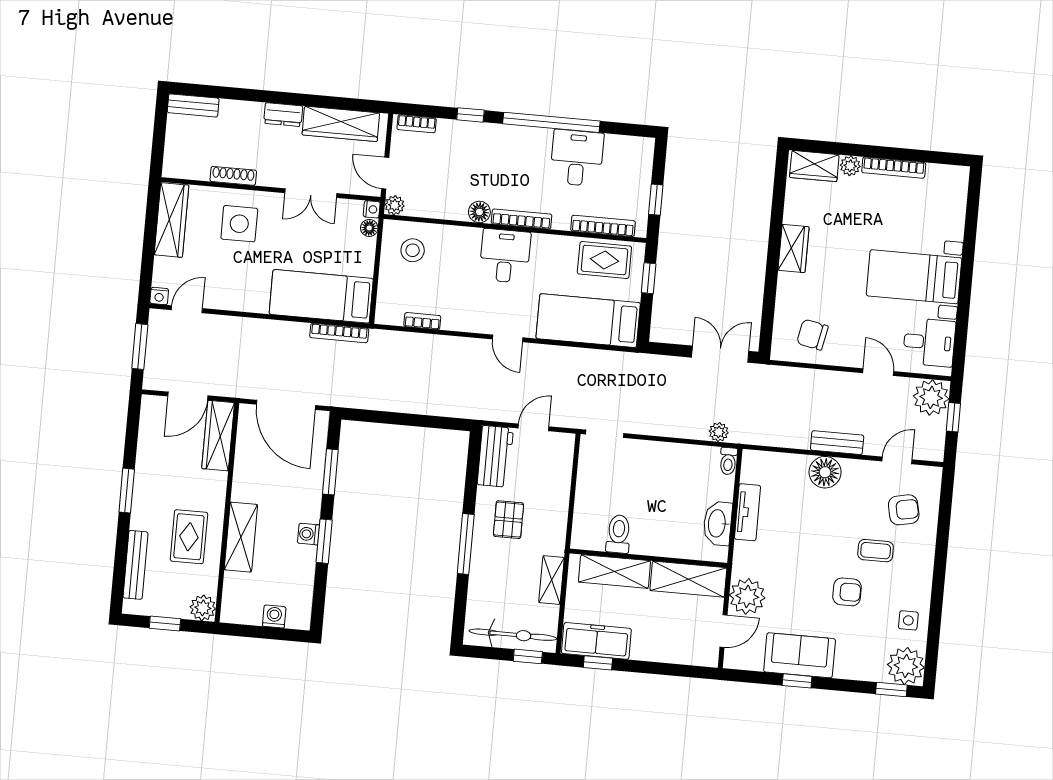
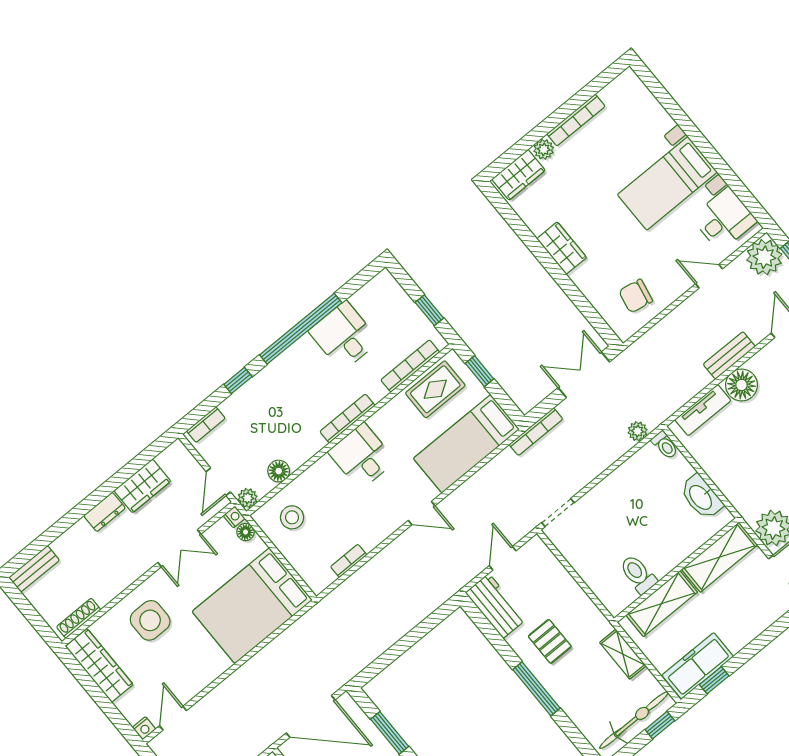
wardrobe: (341, 124) -> (142, 486), width x0.67
door: (385, 173) -> (218, 482), hinge flipped
shoe rack: (233, 176) -> (79, 618), moved
floor lamp: (479, 212) -> (279, 471), moved
bed: (321, 296) -> (252, 606), width x1.50
bookcase: (339, 333) -> (536, 432), moved
tv unit: (747, 512) -> (703, 410), moved, turned 90

